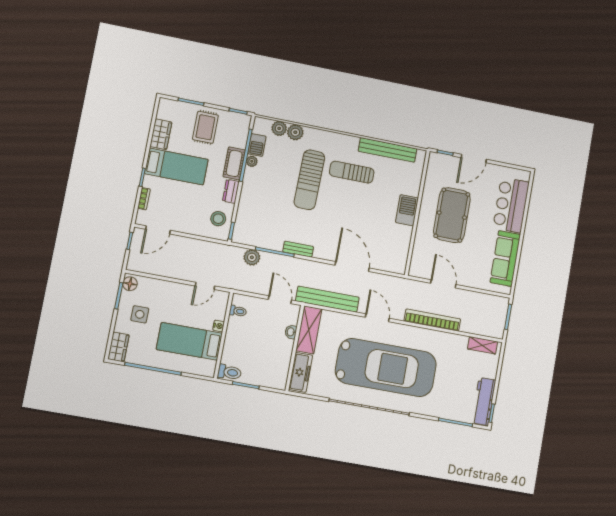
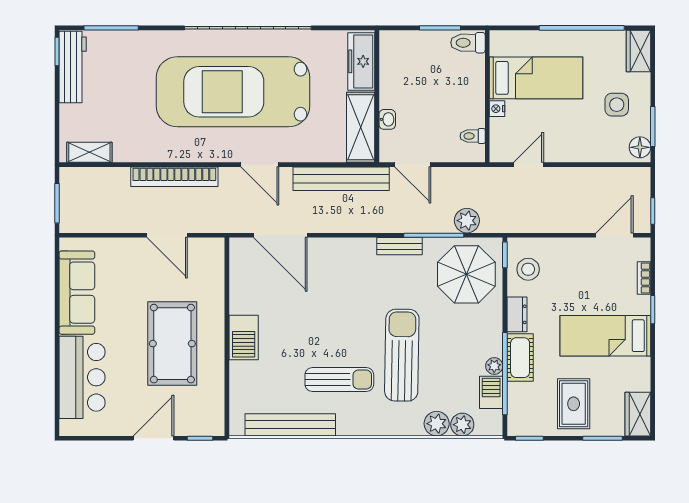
wardrobe: (161, 134) -> (638, 414), moved
parasol: (259, 223) -> (466, 274), added
door: (352, 267) -> (280, 235), moved

